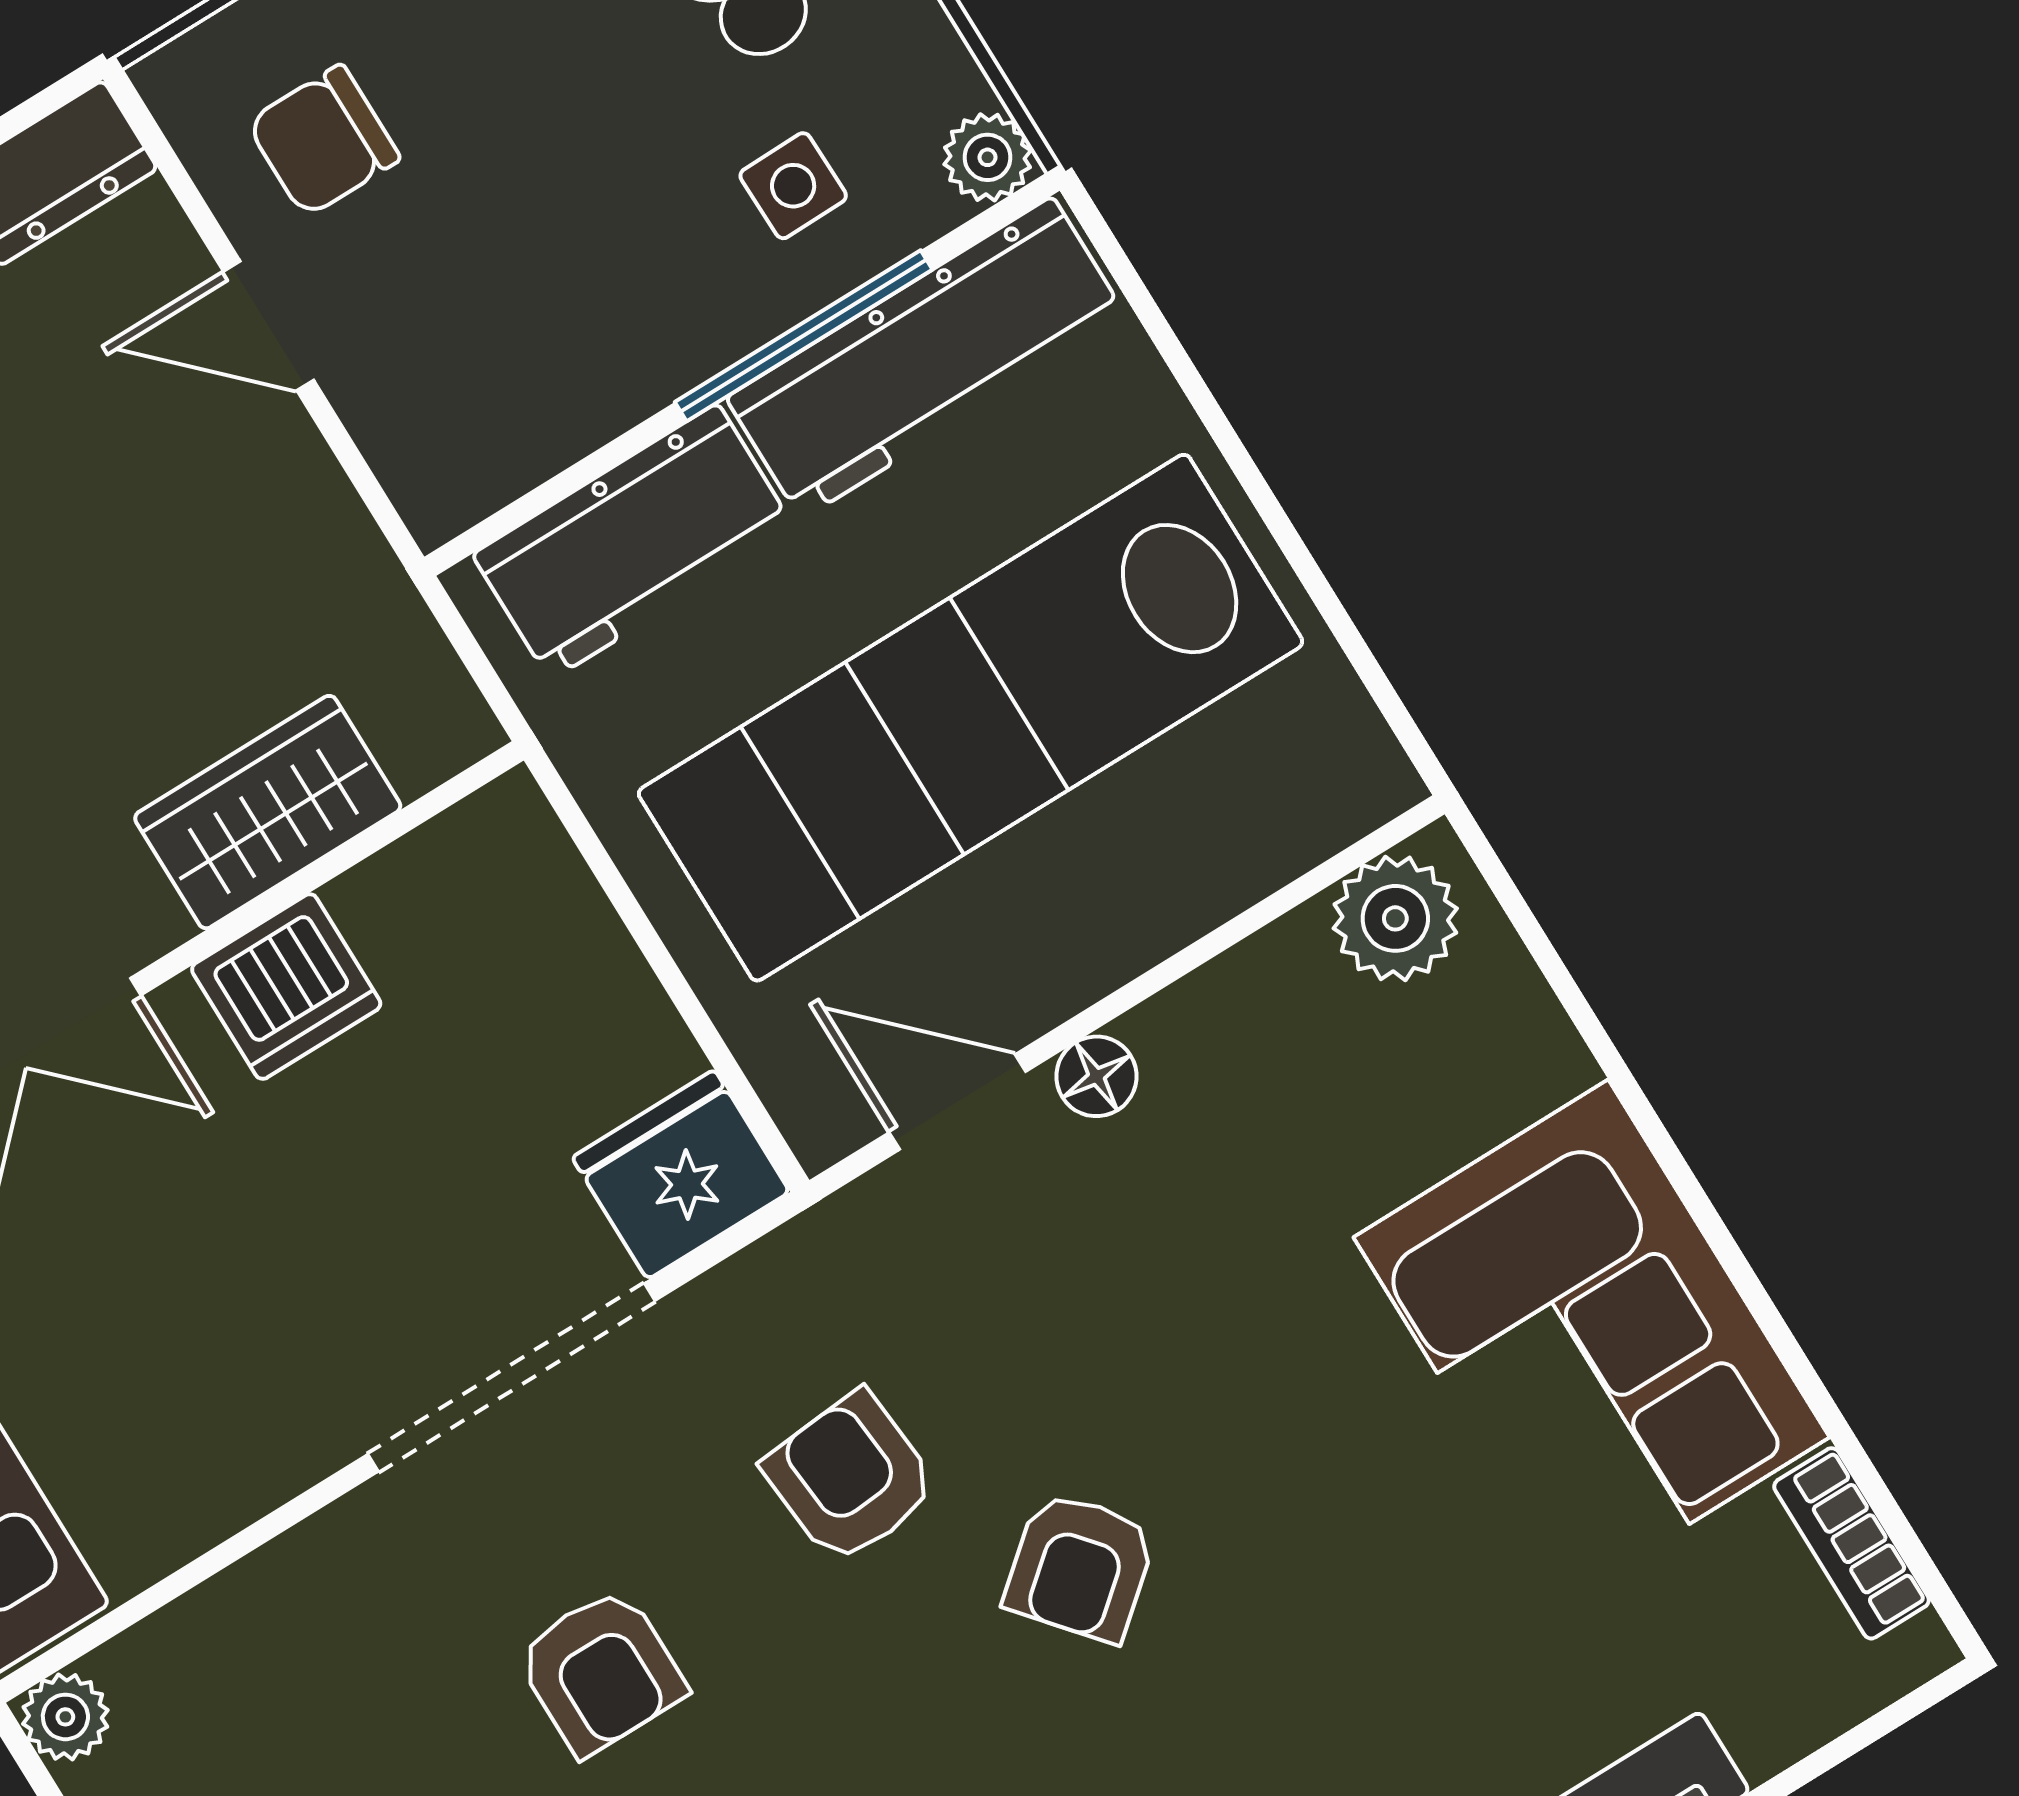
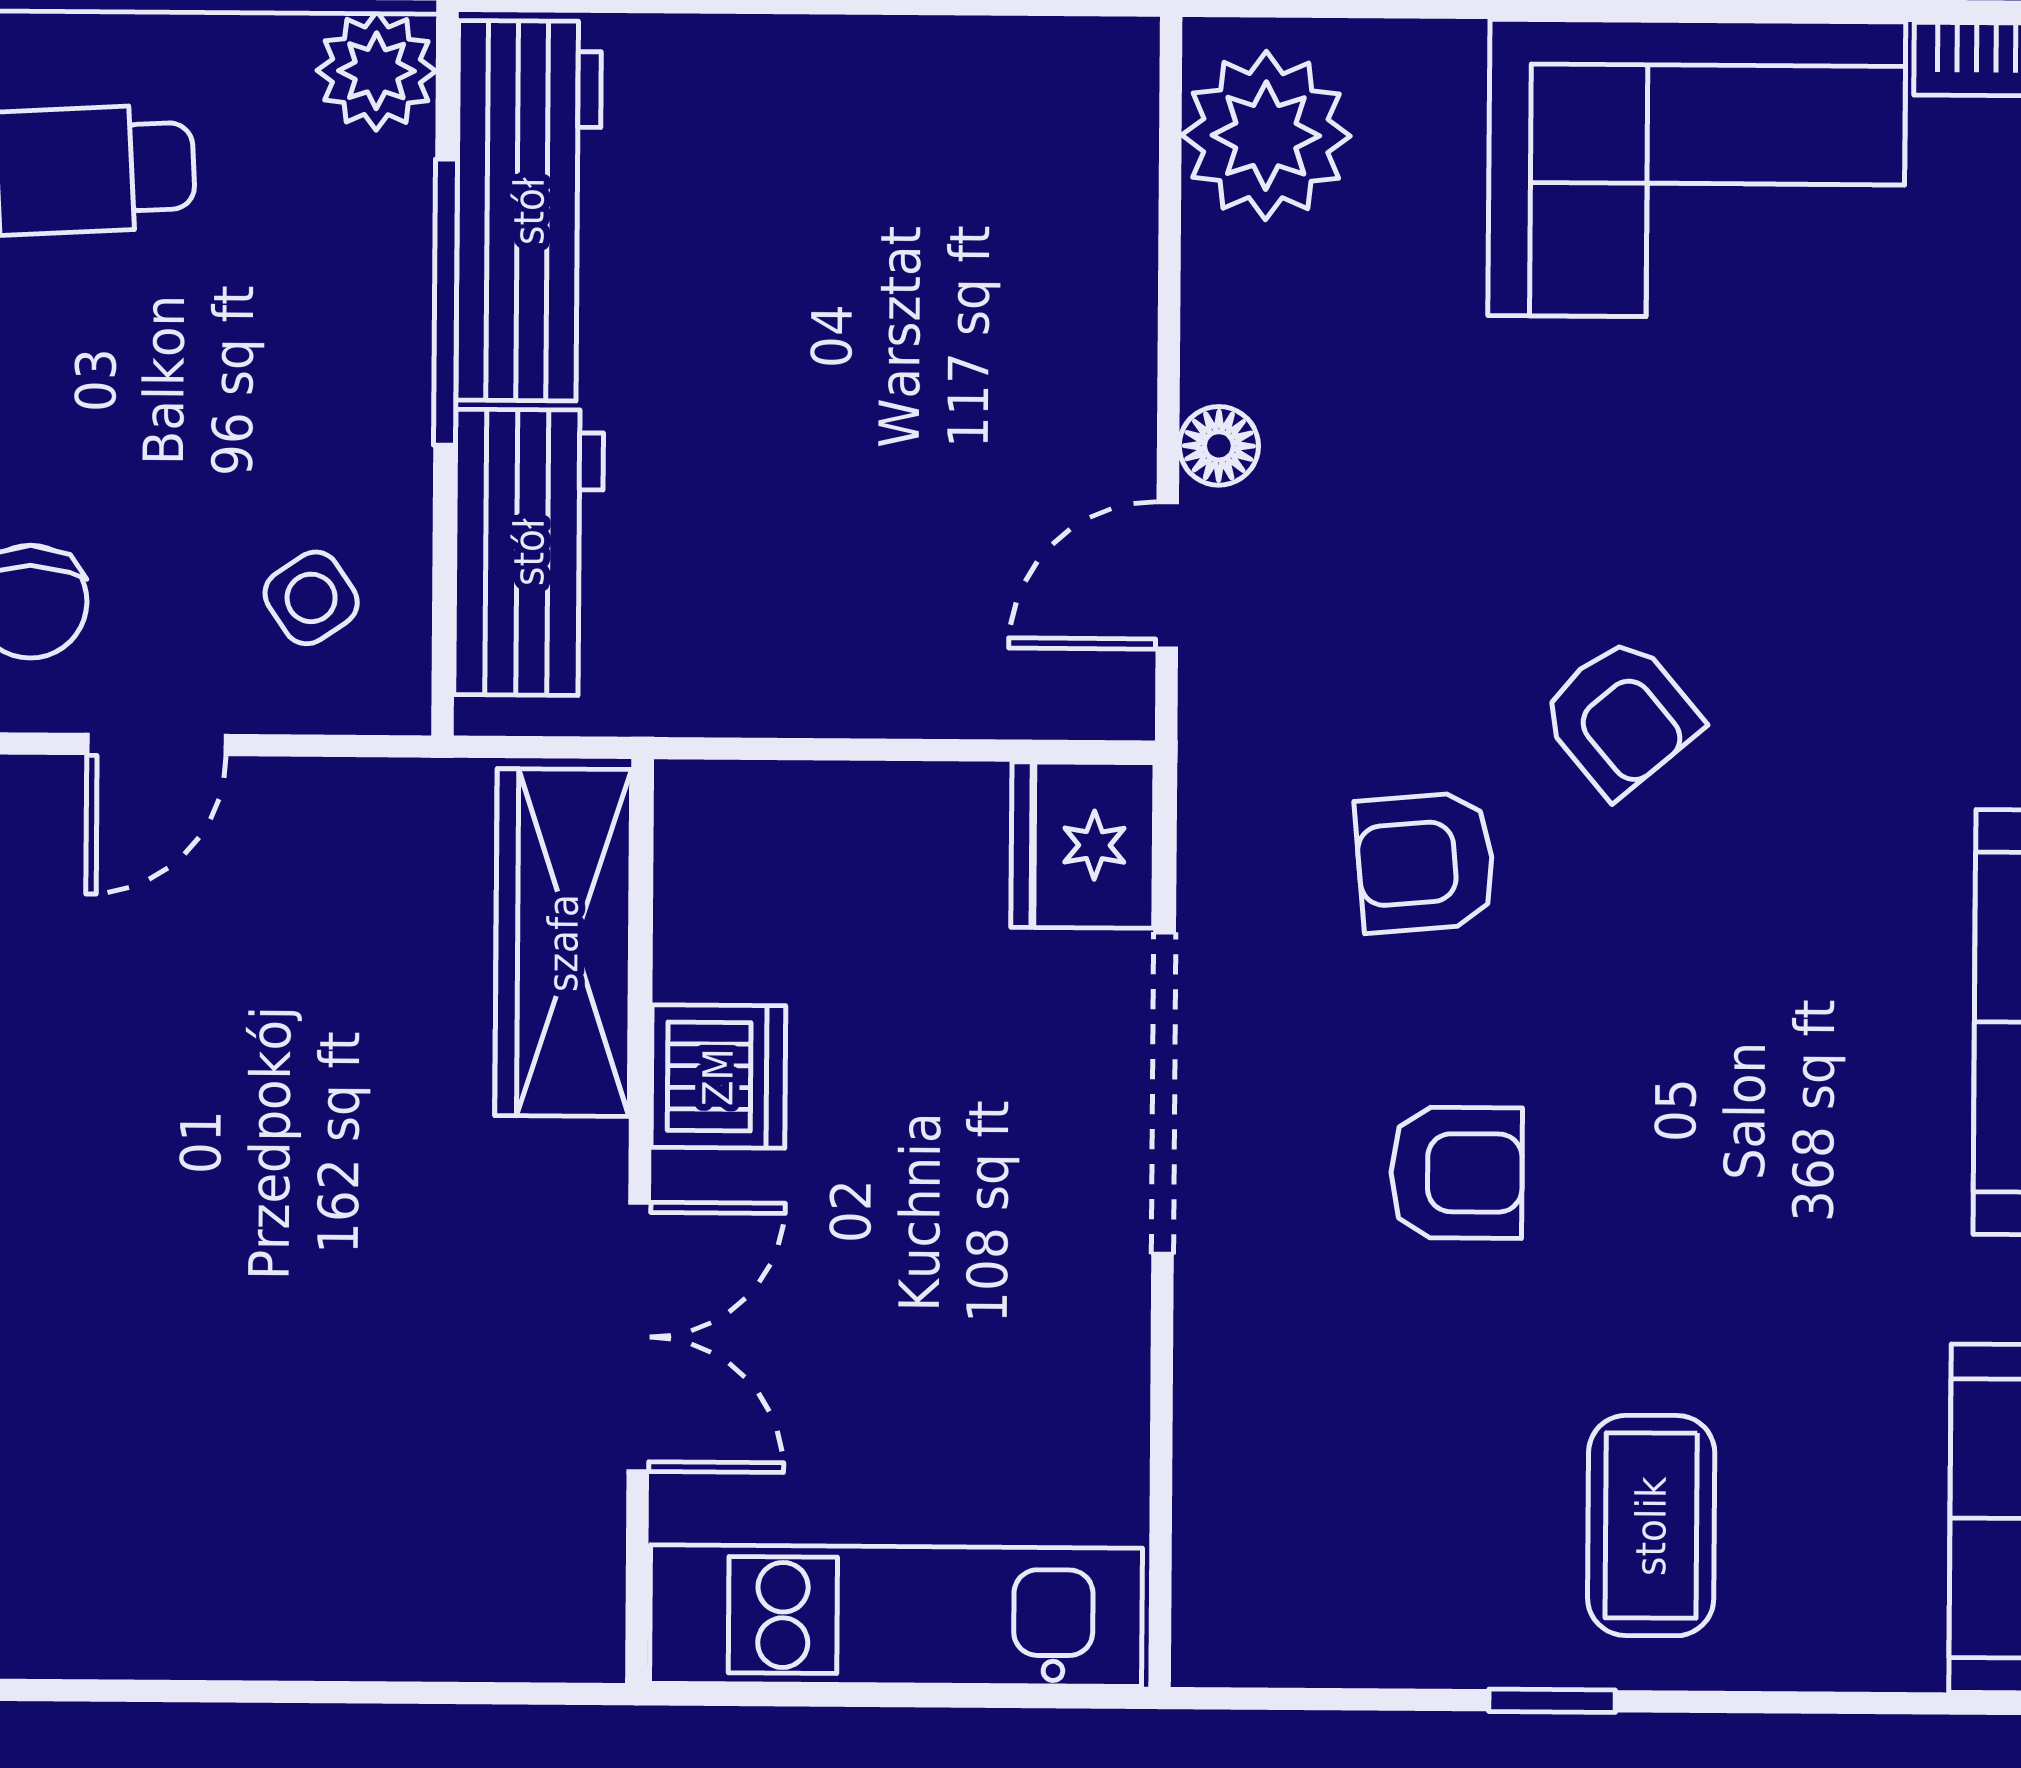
plant: (987, 157) -> (376, 71), width x1.38, depth x1.38
side table: (793, 186) -> (311, 598), moved, turned -33
lab bench: (971, 718) -> (853, 363), removed
wardrobe: (268, 812) -> (563, 943), width x1.50
plant: (1395, 918) -> (1266, 136), width x1.36, depth x1.36
plant: (65, 1717) -> (1214, 1645), removed

